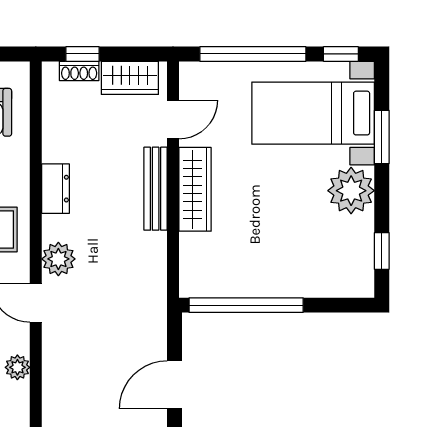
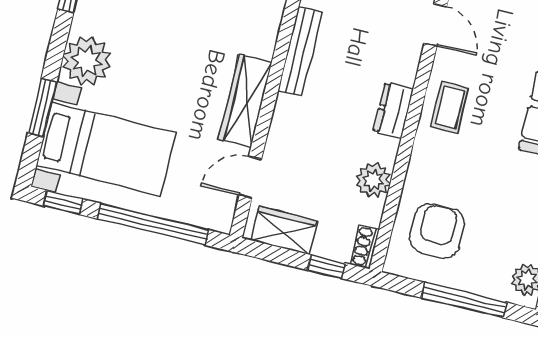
shoe rack: (79, 71) -> (365, 247), moved, turned -90
dresser: (56, 189) -> (393, 110), moved
bench: (156, 189) -> (300, 51), moved
plant: (58, 259) -> (373, 180), moved

